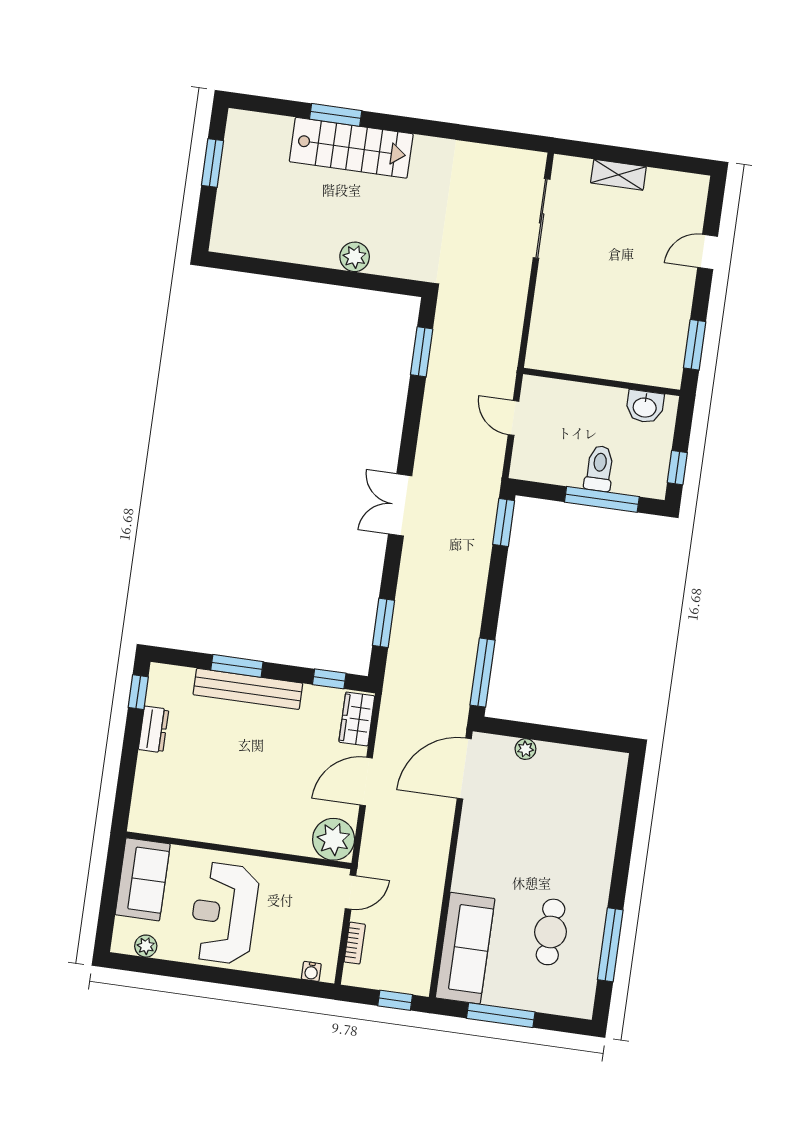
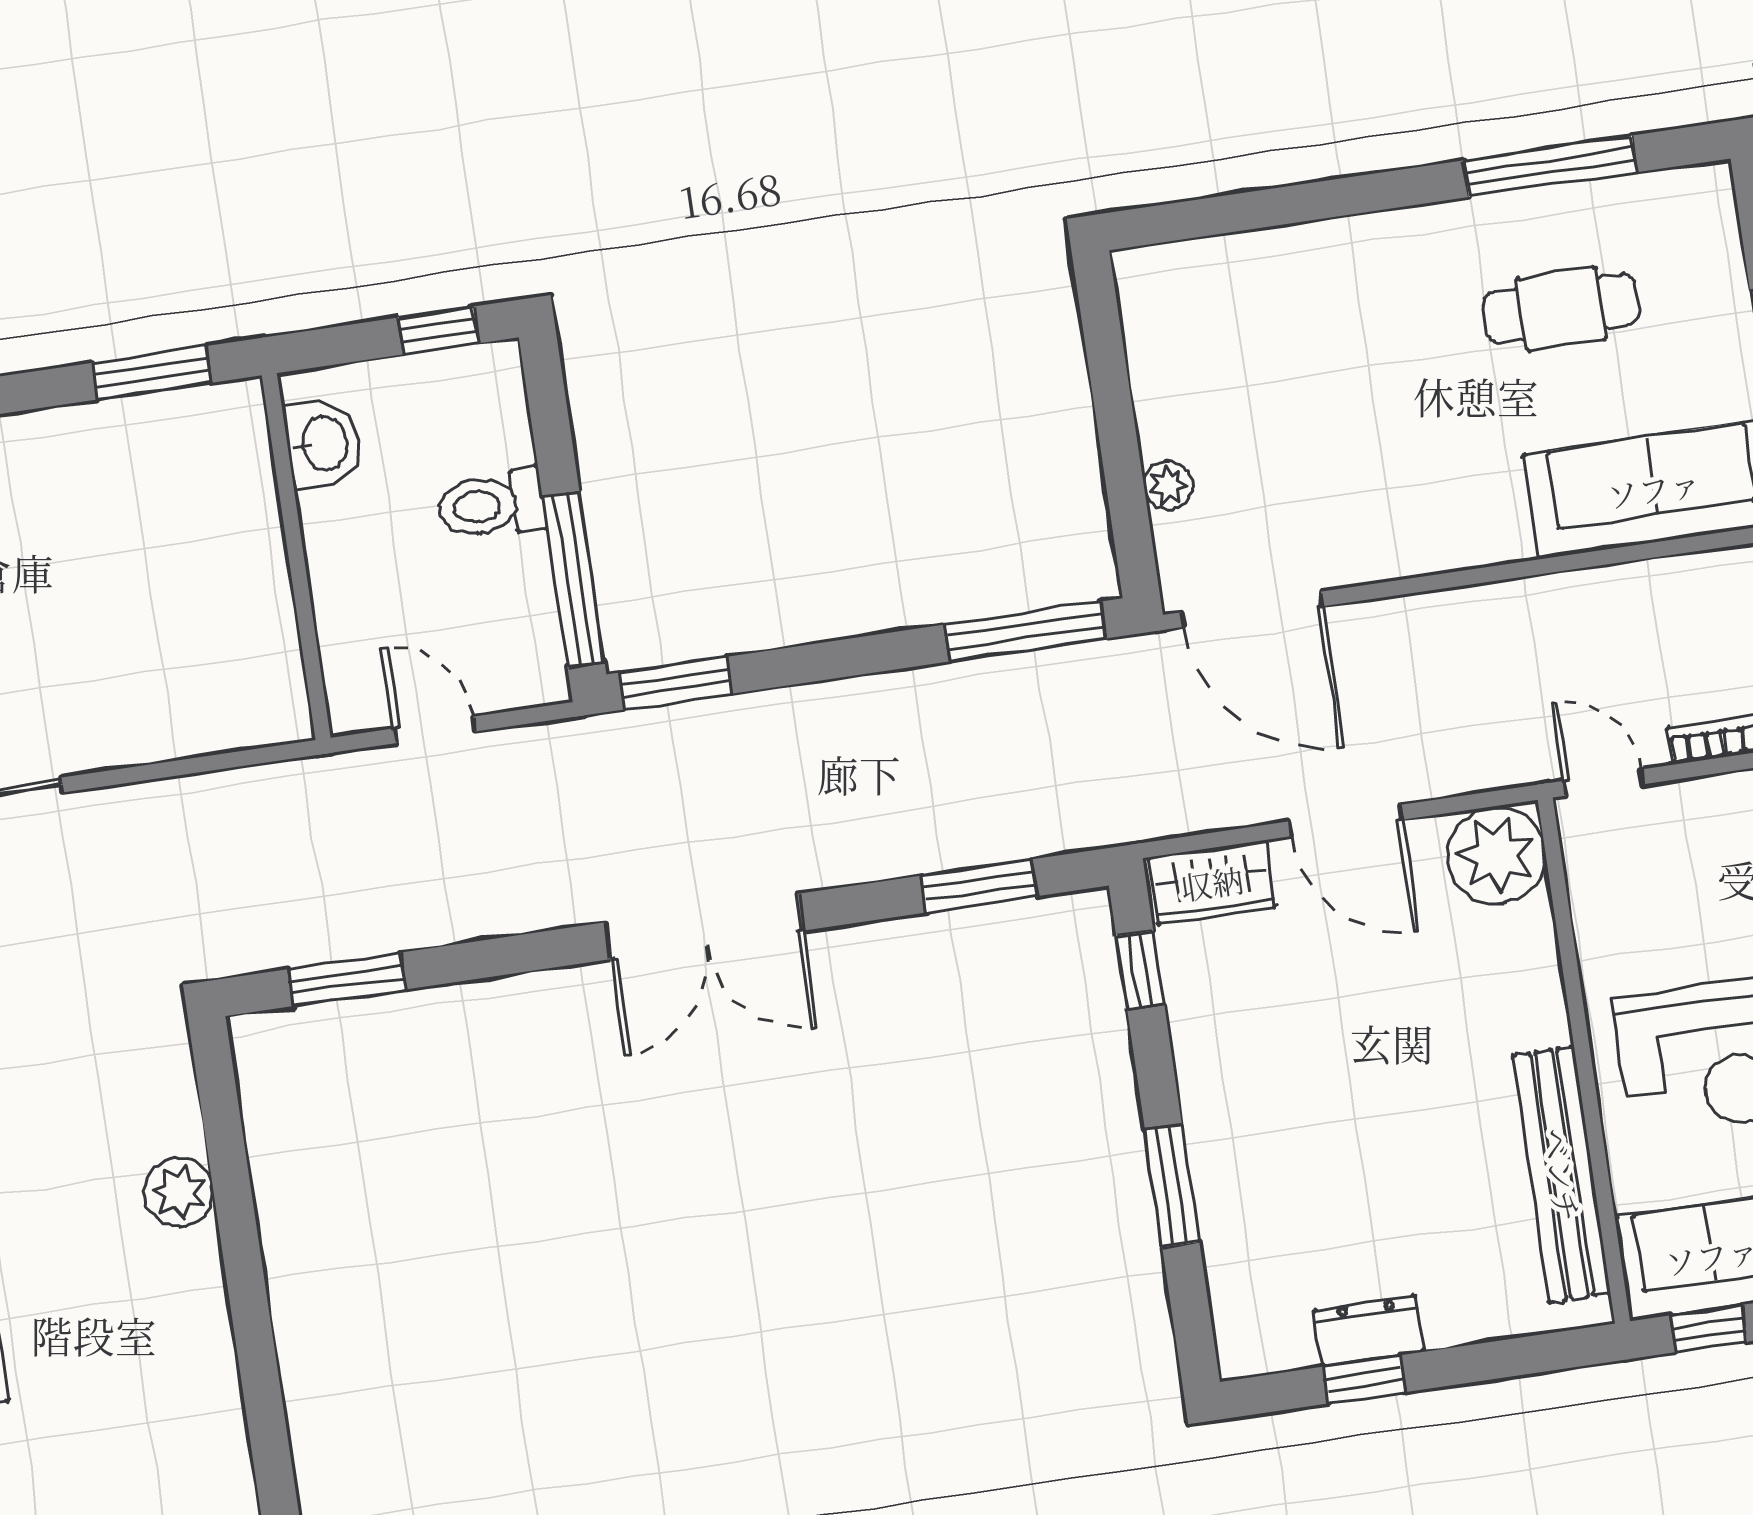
door: (514, 418) -> (435, 730), swing flipped
window: (602, 499) -> (574, 580), moved
double door: (400, 505) -> (704, 927), width x1.37
bench: (248, 689) -> (1562, 1175), moved
window: (138, 692) -> (1364, 1379), moved
window: (113, 869) -> (1709, 1328), added

